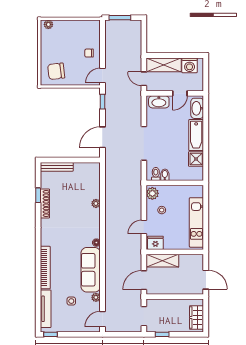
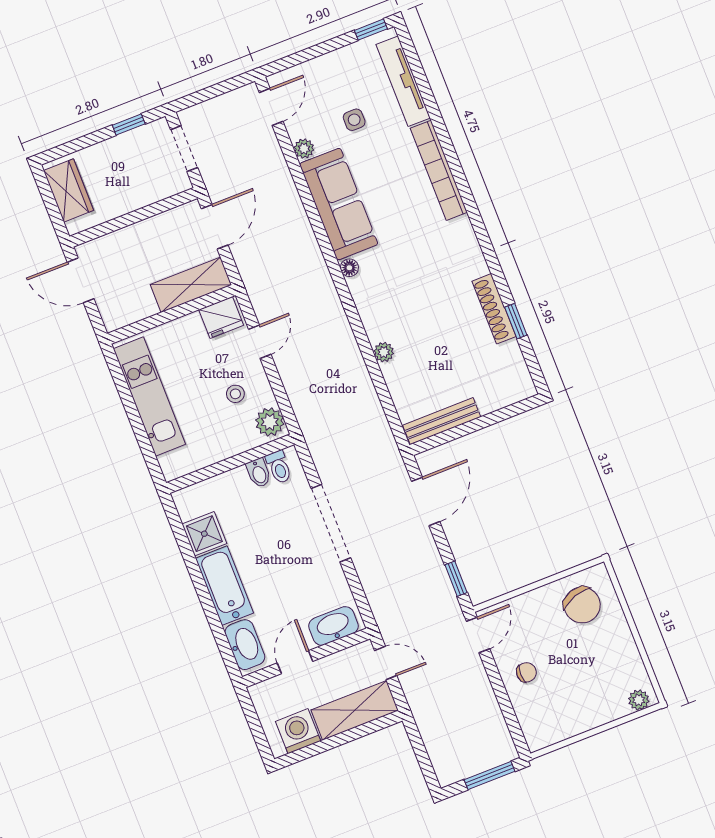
chair: (56, 71) -> (582, 605), turned 79
bench: (57, 167) -> (442, 421), moved

